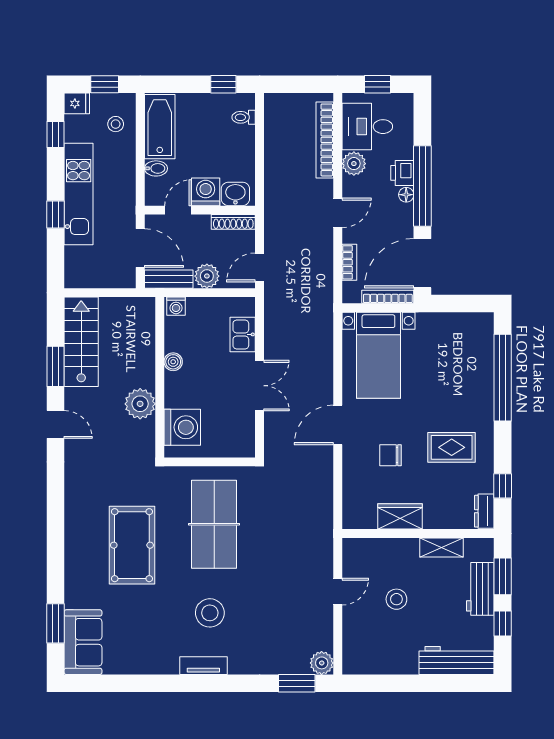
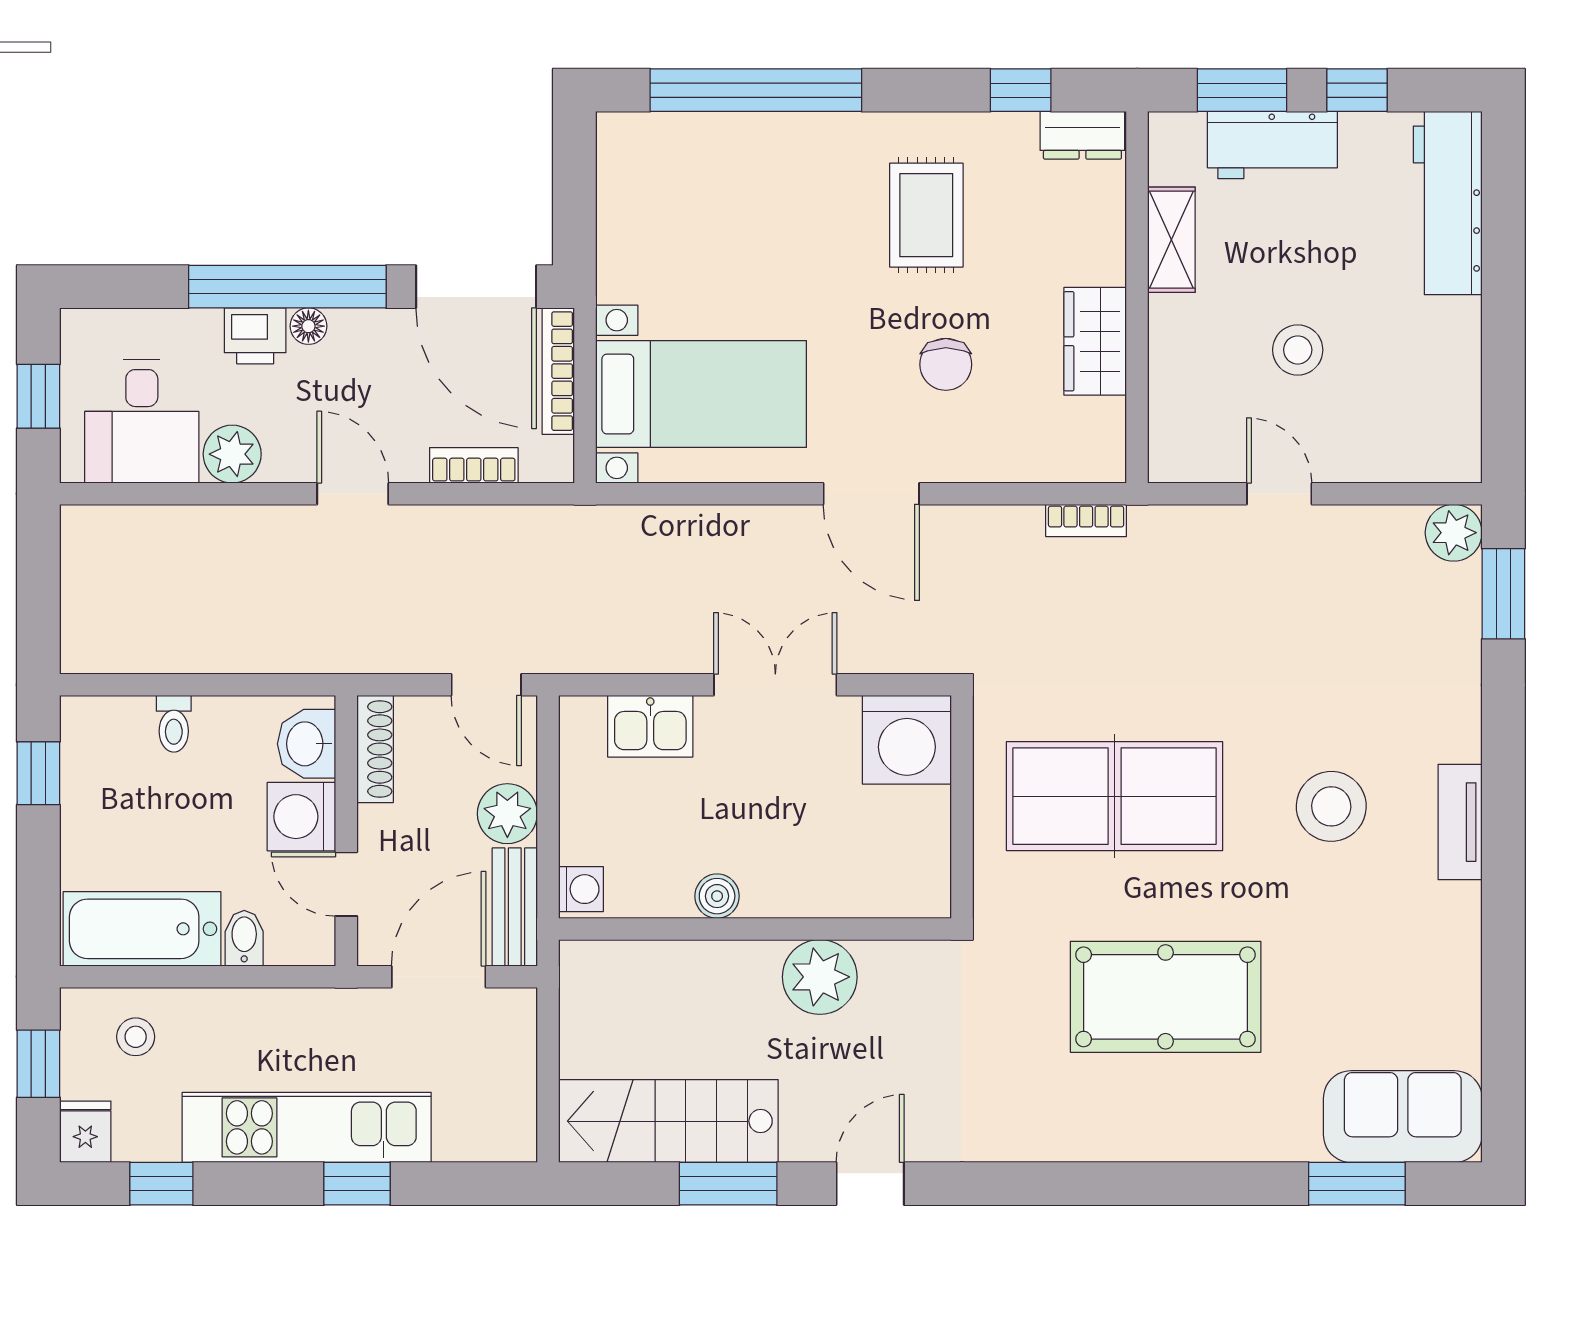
toilet: (244, 117) -> (174, 724), moved
bookcase: (325, 140) -> (1086, 520), moved, width x0.43, depth x0.76
washing machine: (182, 427) -> (907, 740), moved, turned 180

